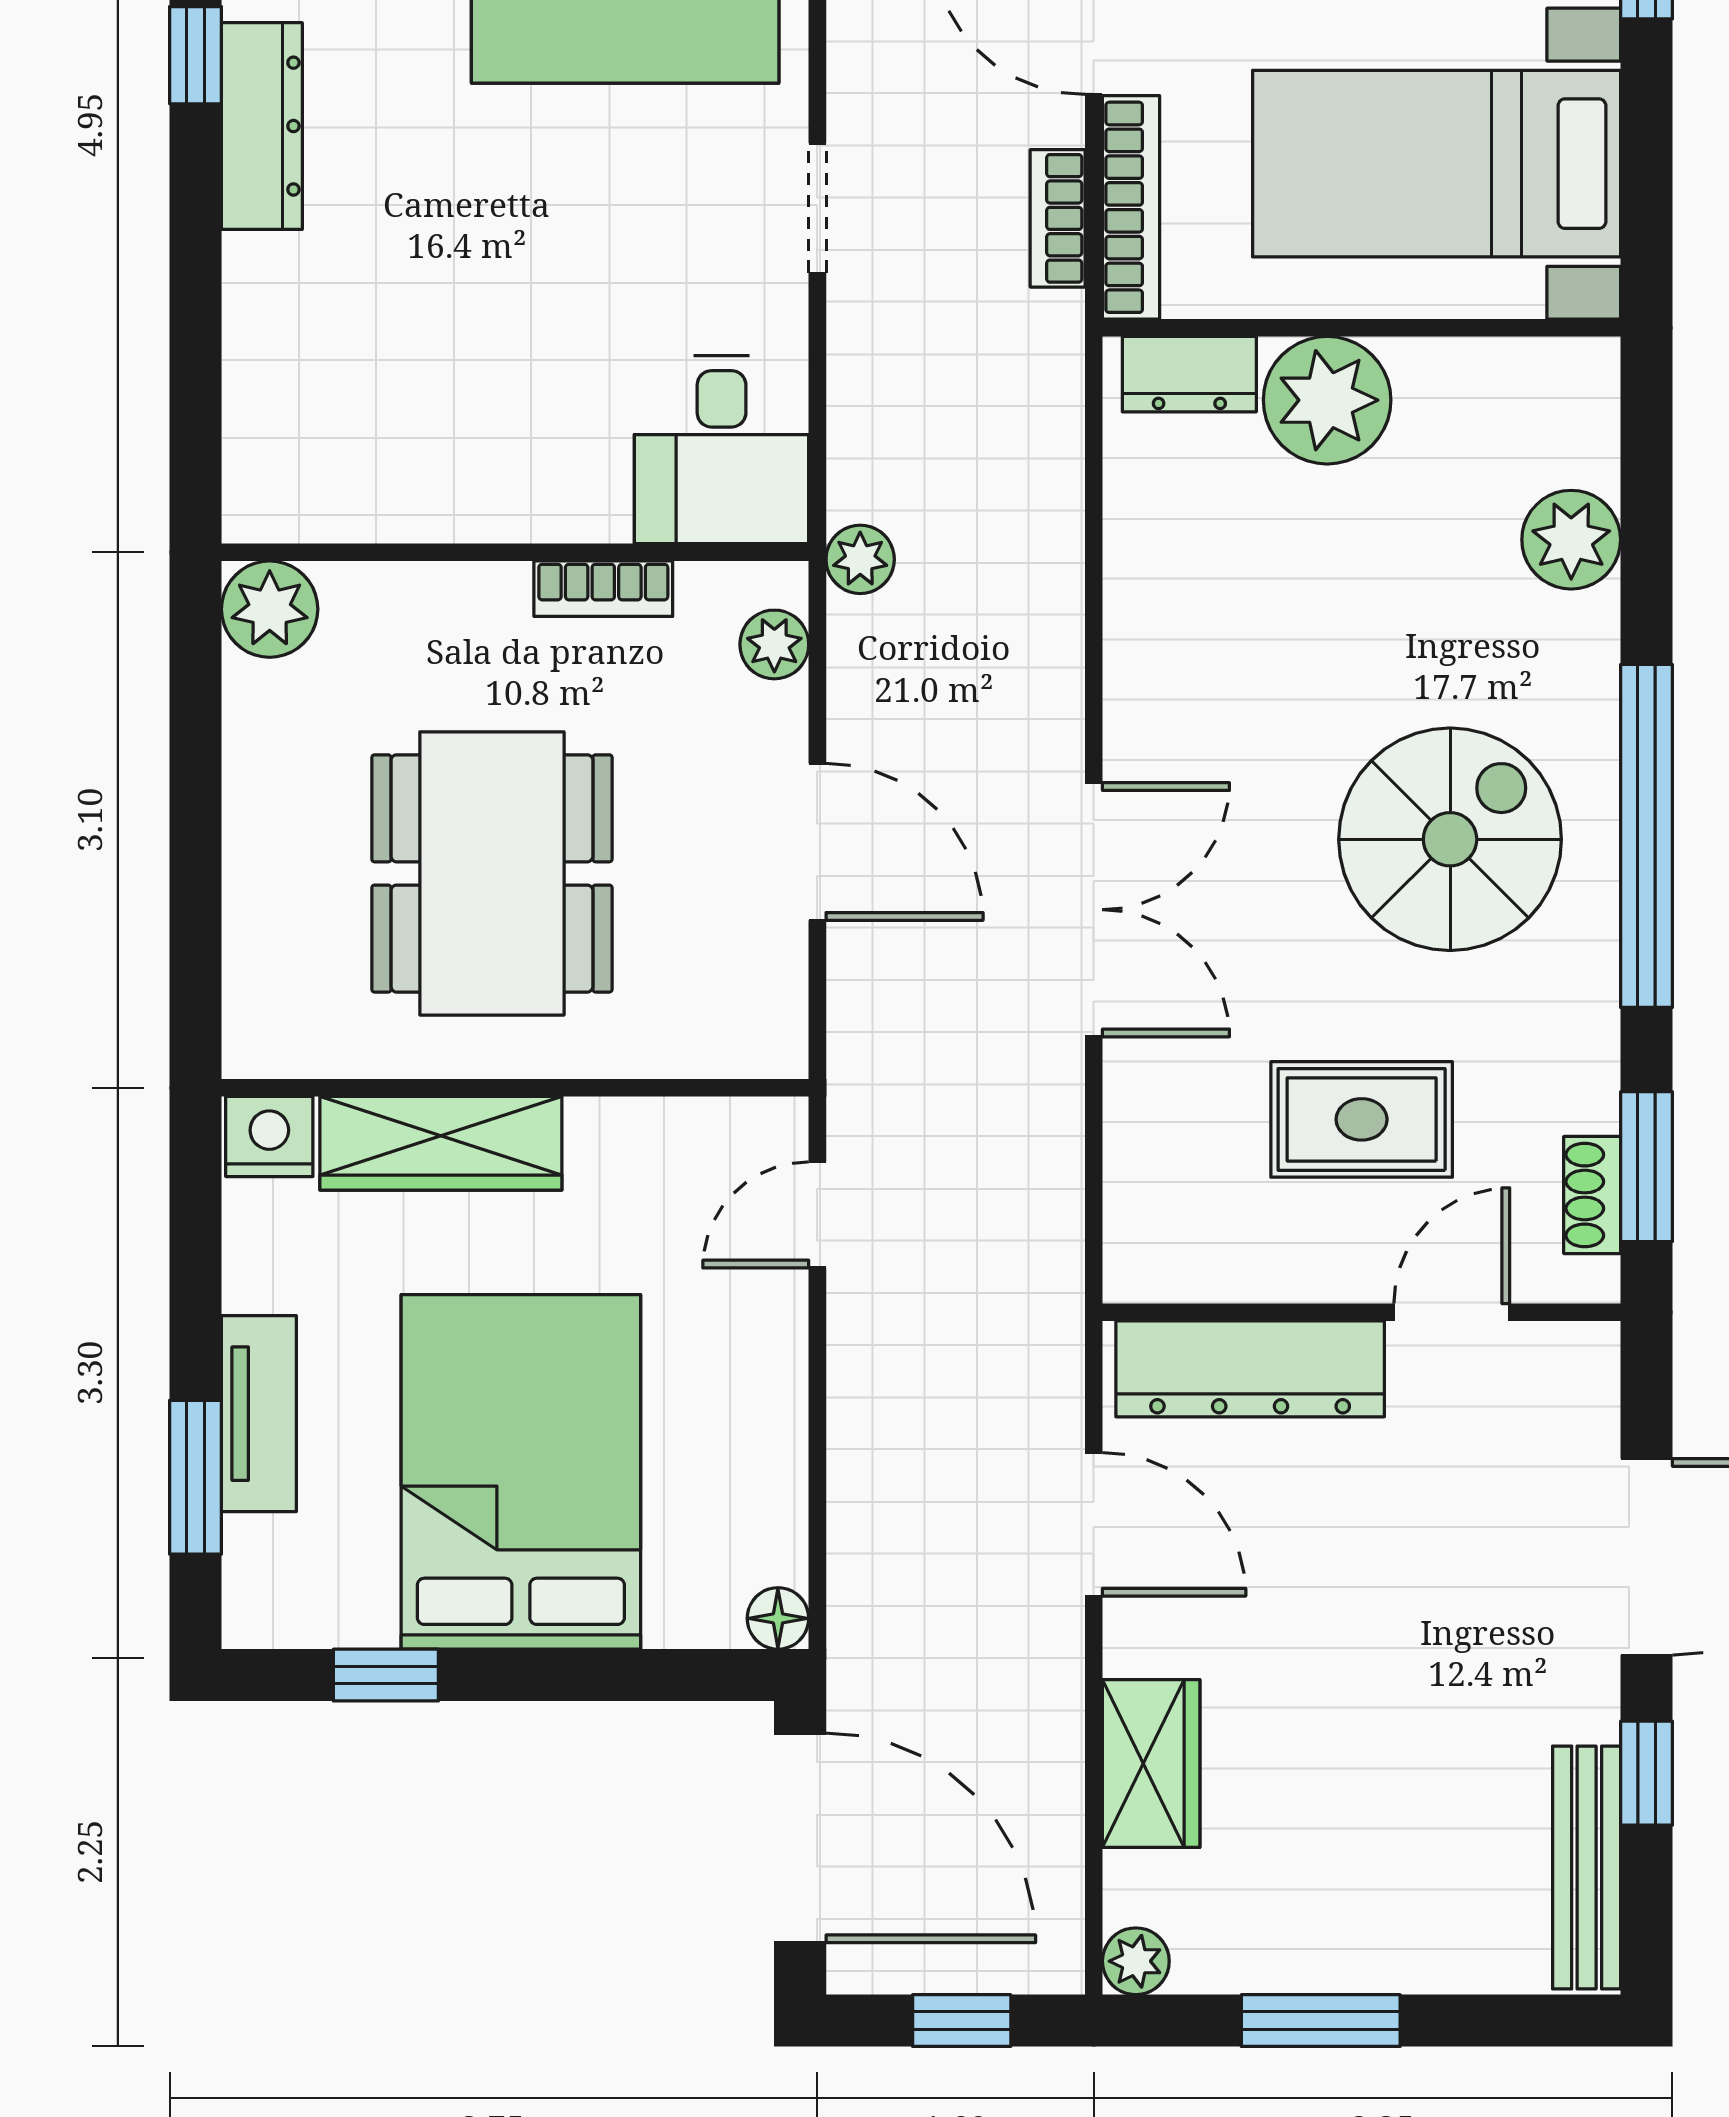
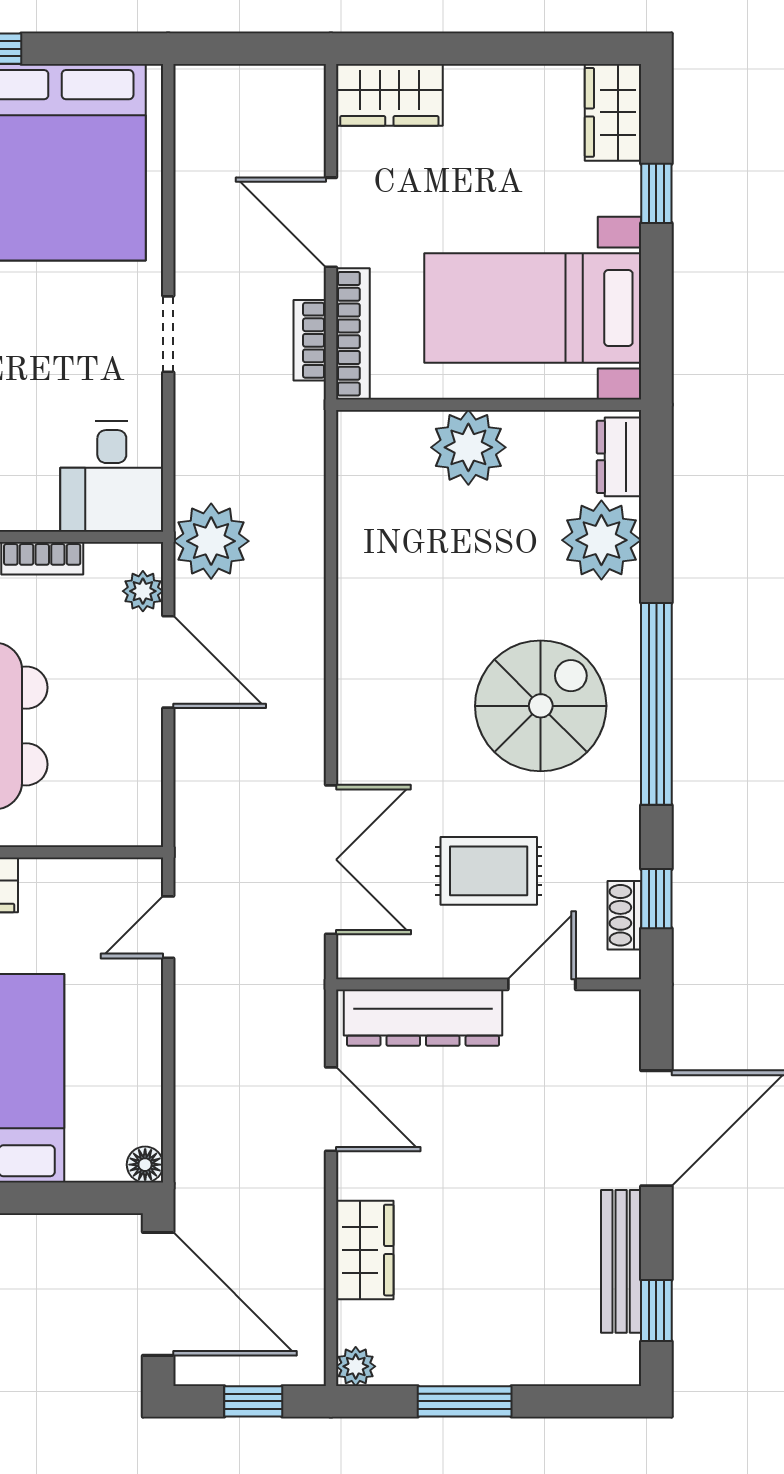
dresser: (1189, 374) -> (619, 457), moved, turned 90
plant: (1571, 540) -> (601, 540), width x1.36, depth x1.36
plant: (860, 559) -> (211, 541), width x1.88, depth x1.88
door: (817, 842) -> (168, 662), moved
double door: (1094, 910) -> (331, 860), moved
window: (1646, 1167) -> (656, 899), width x0.67
window: (1646, 1773) -> (656, 1311), moved
bench: (1587, 1867) -> (621, 1261), moved

